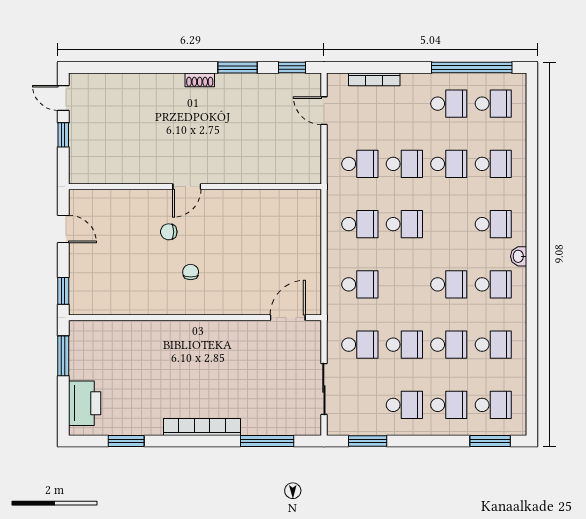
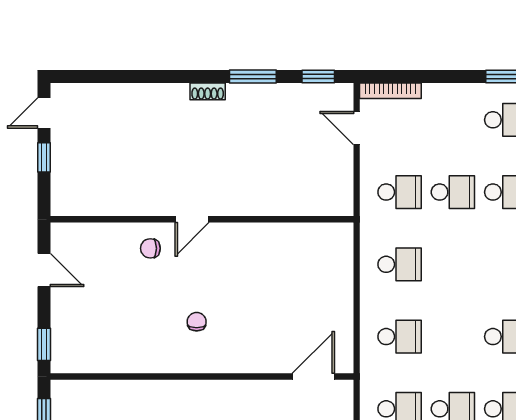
bookcase: (374, 79) -> (390, 91), moved
door: (63, 98) -> (44, 113), hinge flipped
school desk: (404, 224) -> (453, 264), removed
chair: (169, 232) -> (150, 248), moved

